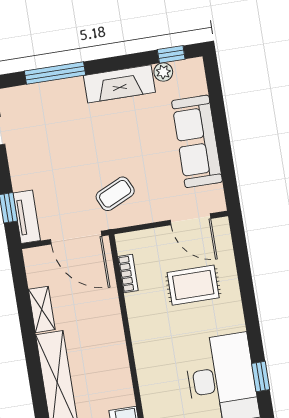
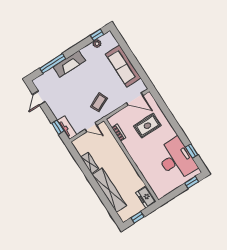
fireplace: (119, 84) -> (69, 64), moved
door: (76, 238) -> (91, 127), width x0.53

